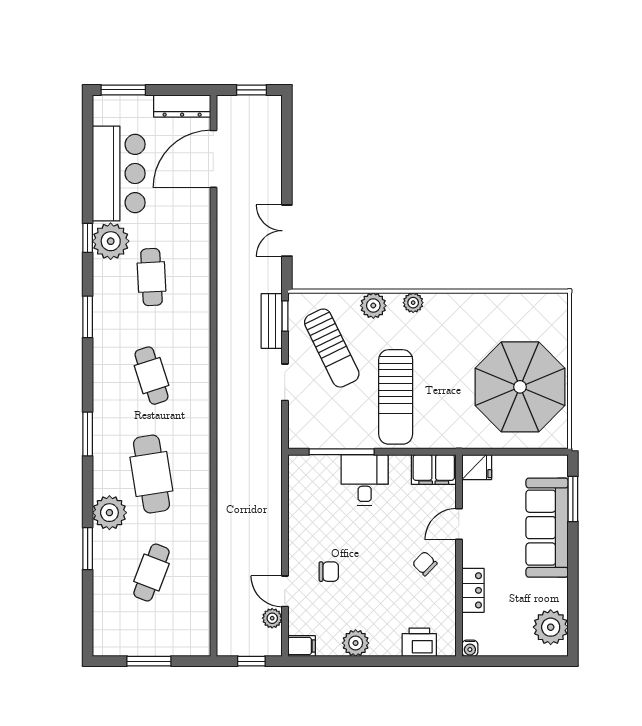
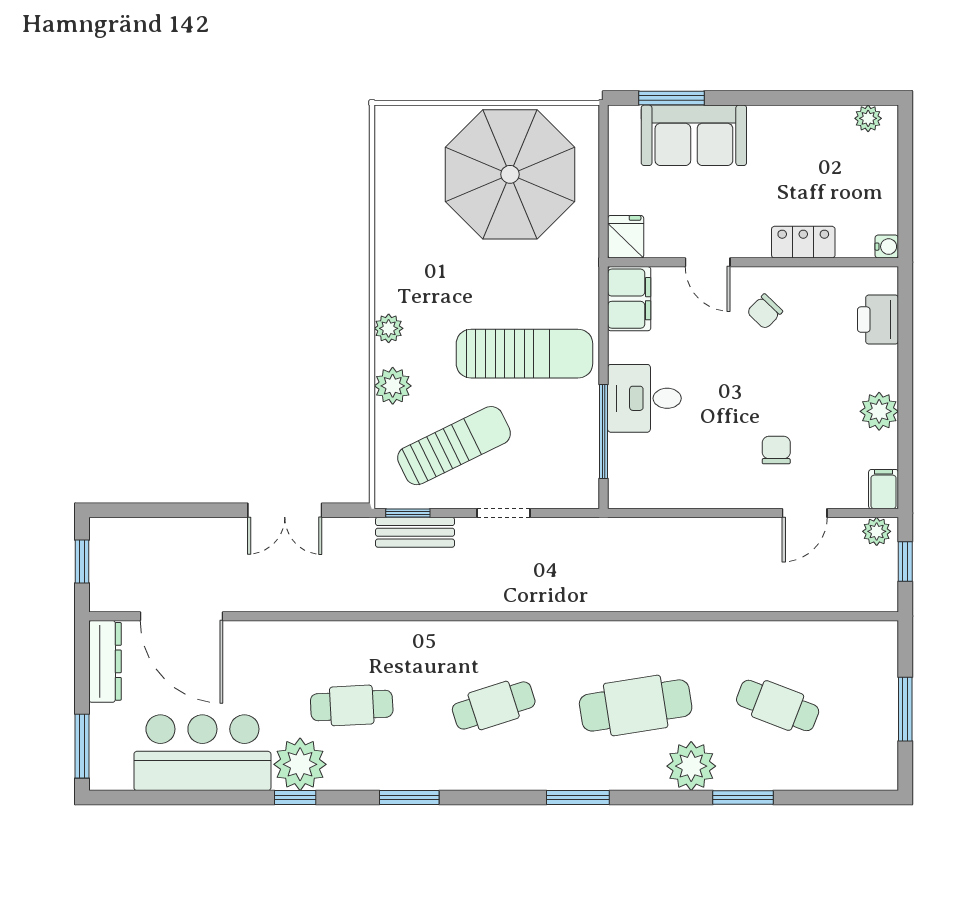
sofa: (547, 528) -> (694, 135), width x0.73
plant: (272, 618) -> (877, 531), moved
plant: (551, 627) -> (868, 118), width x0.53, depth x0.53

